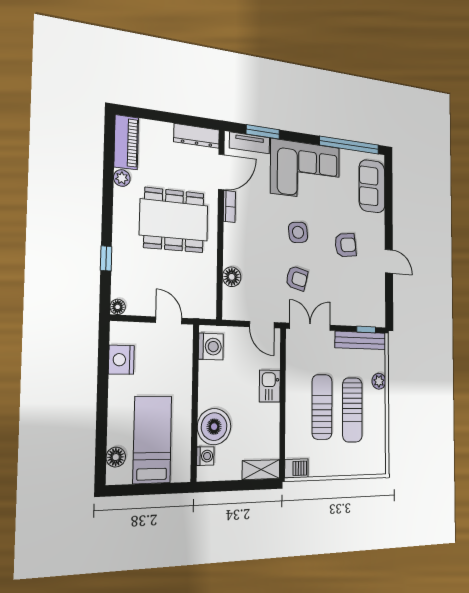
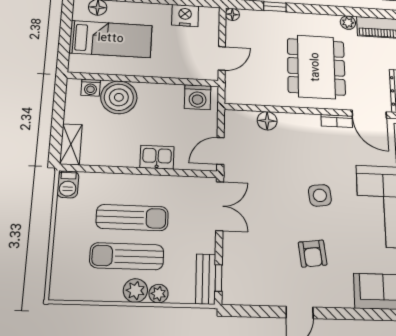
armchair: (297, 278) -> (271, 192), removed
bench: (361, 340) -> (206, 279), width x0.73
plant: (377, 401) -> (135, 290), added

